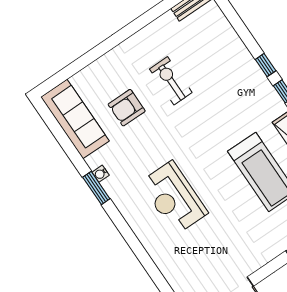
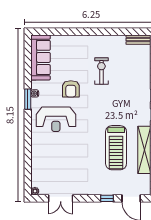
armchair: (127, 108) -> (71, 89), moved, turned -90
reception desk: (174, 198) -> (56, 119), moved, turned -90

